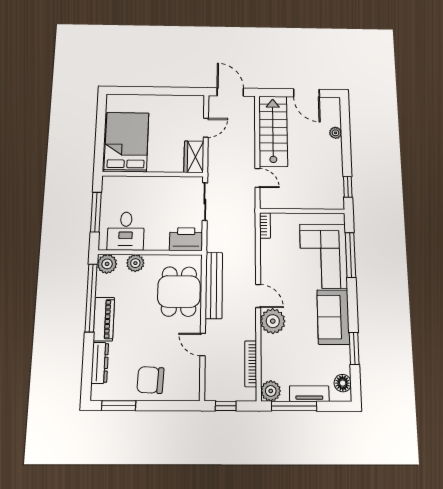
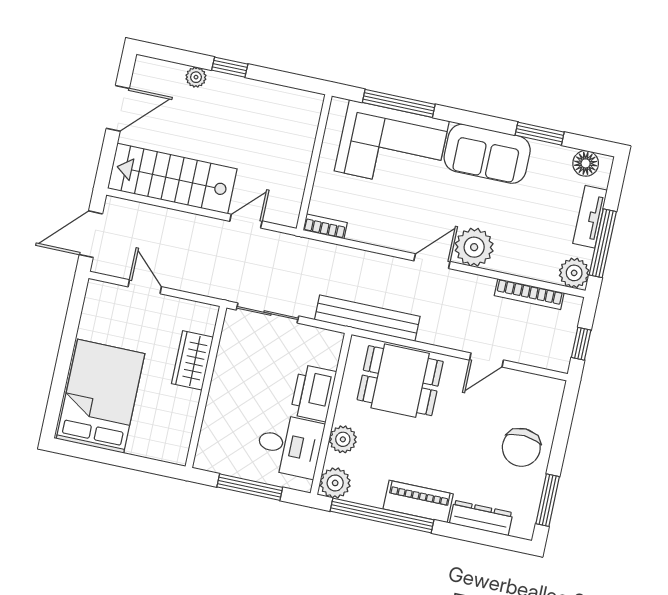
bed: (126, 142) -> (101, 396), moved, turned 90
wardrobe: (194, 157) -> (192, 360), moved, turned 90
window: (348, 187) -> (230, 67), moved
printer: (186, 239) -> (313, 393), moved
bench: (214, 285) -> (367, 318), moved

